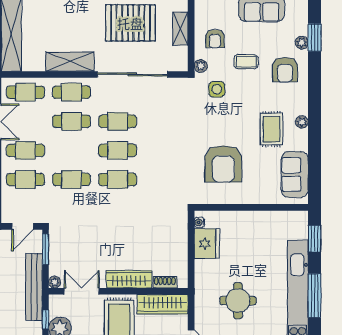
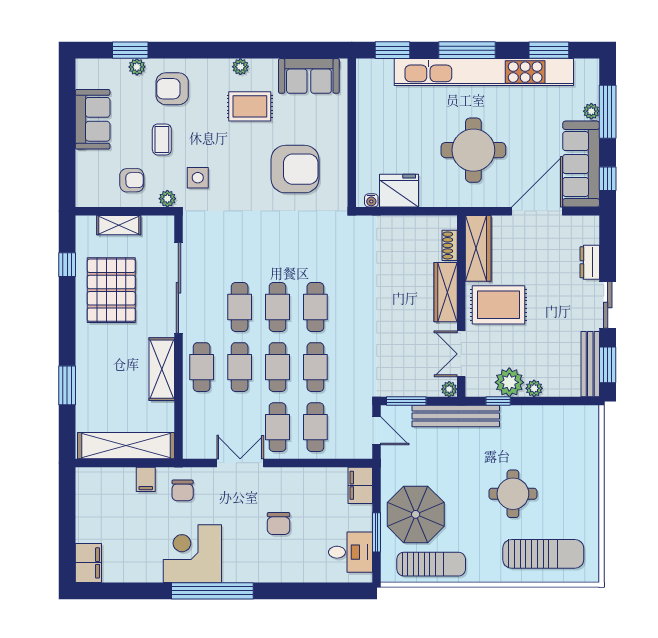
armchair: (285, 70) -> (172, 89), turned 180
cafe table: (25, 92) -> (277, 367), moved
round table: (238, 301) -> (473, 150), width x1.36, depth x1.36

